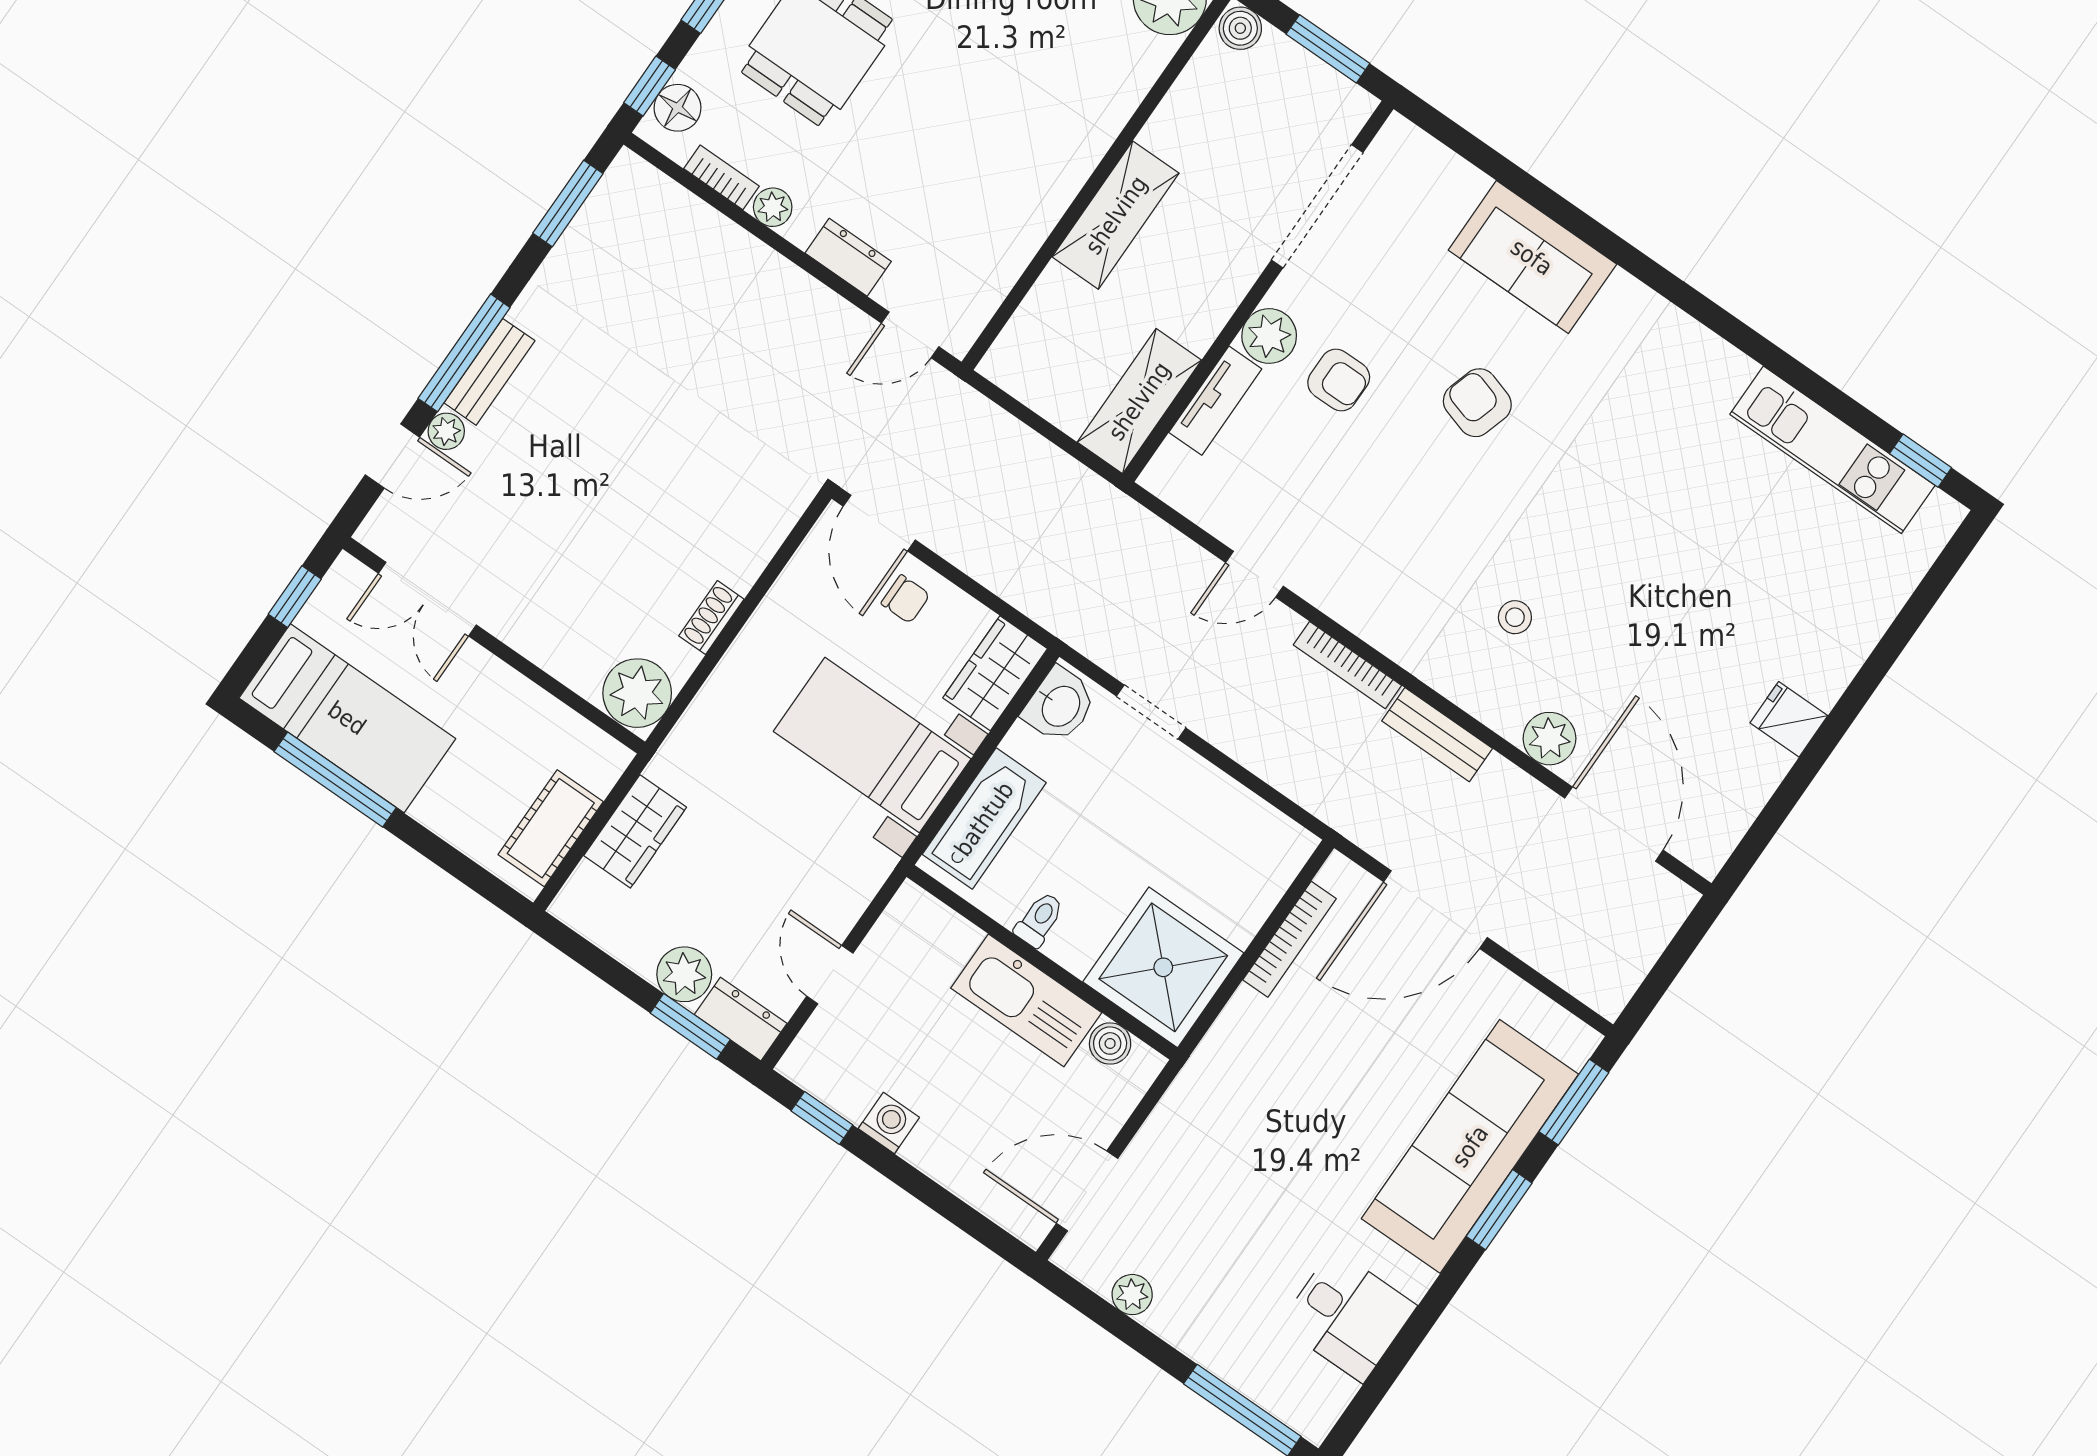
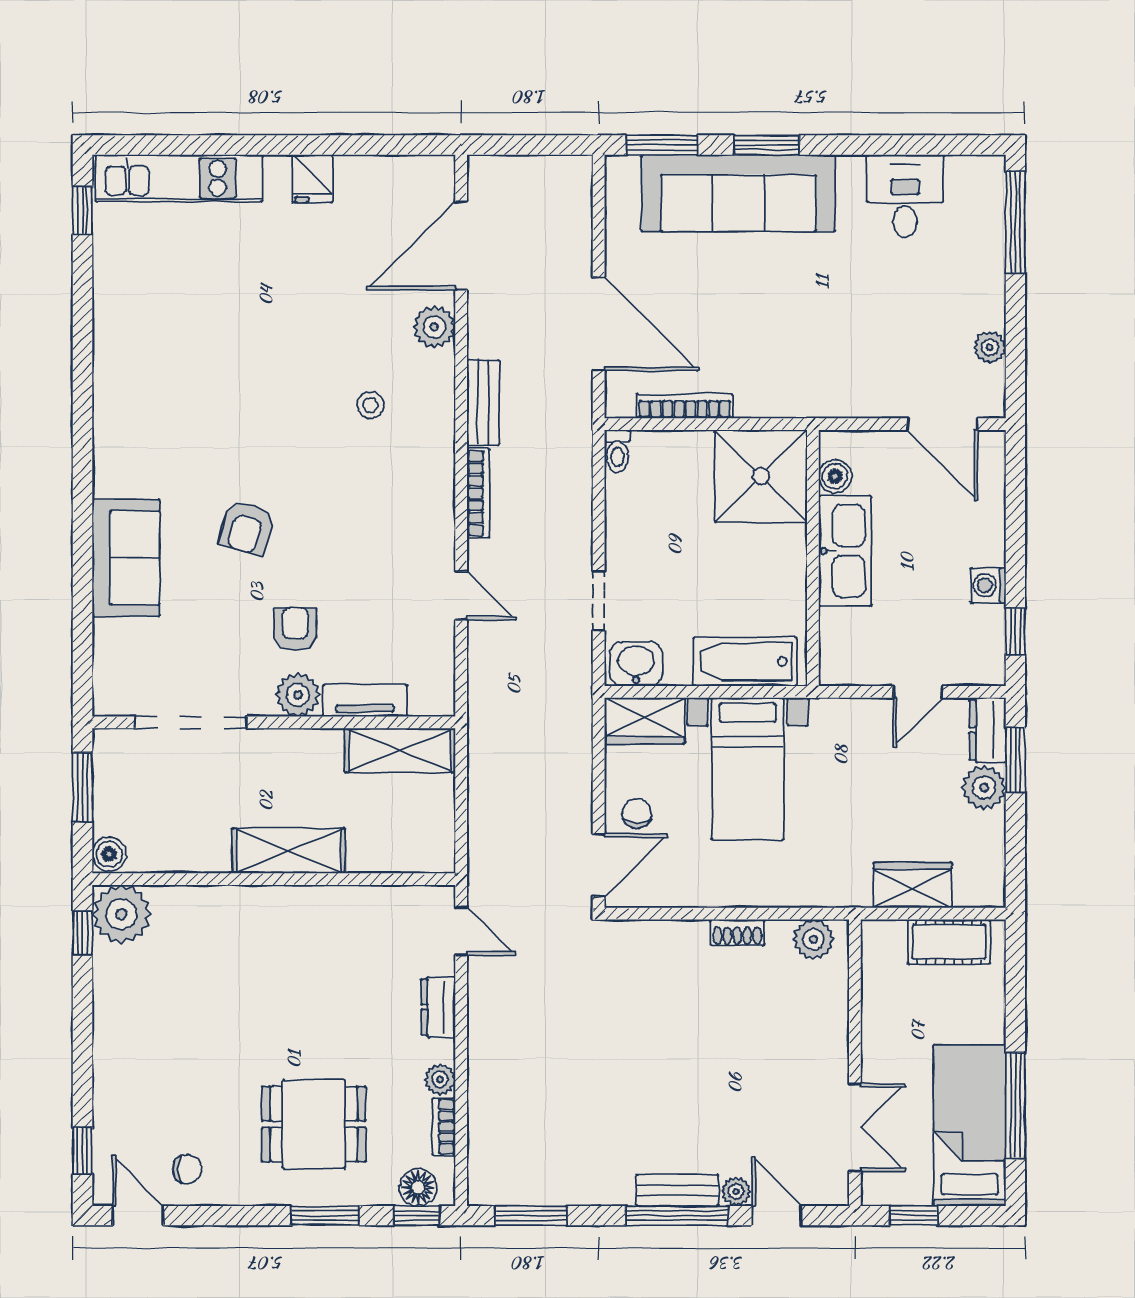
kitchen unit: (1832, 450) -> (179, 178), moved, turned 90
plant: (637, 693) -> (813, 939), width x0.73, depth x0.73
toilet: (1039, 920) -> (617, 451), moved, turned -90

